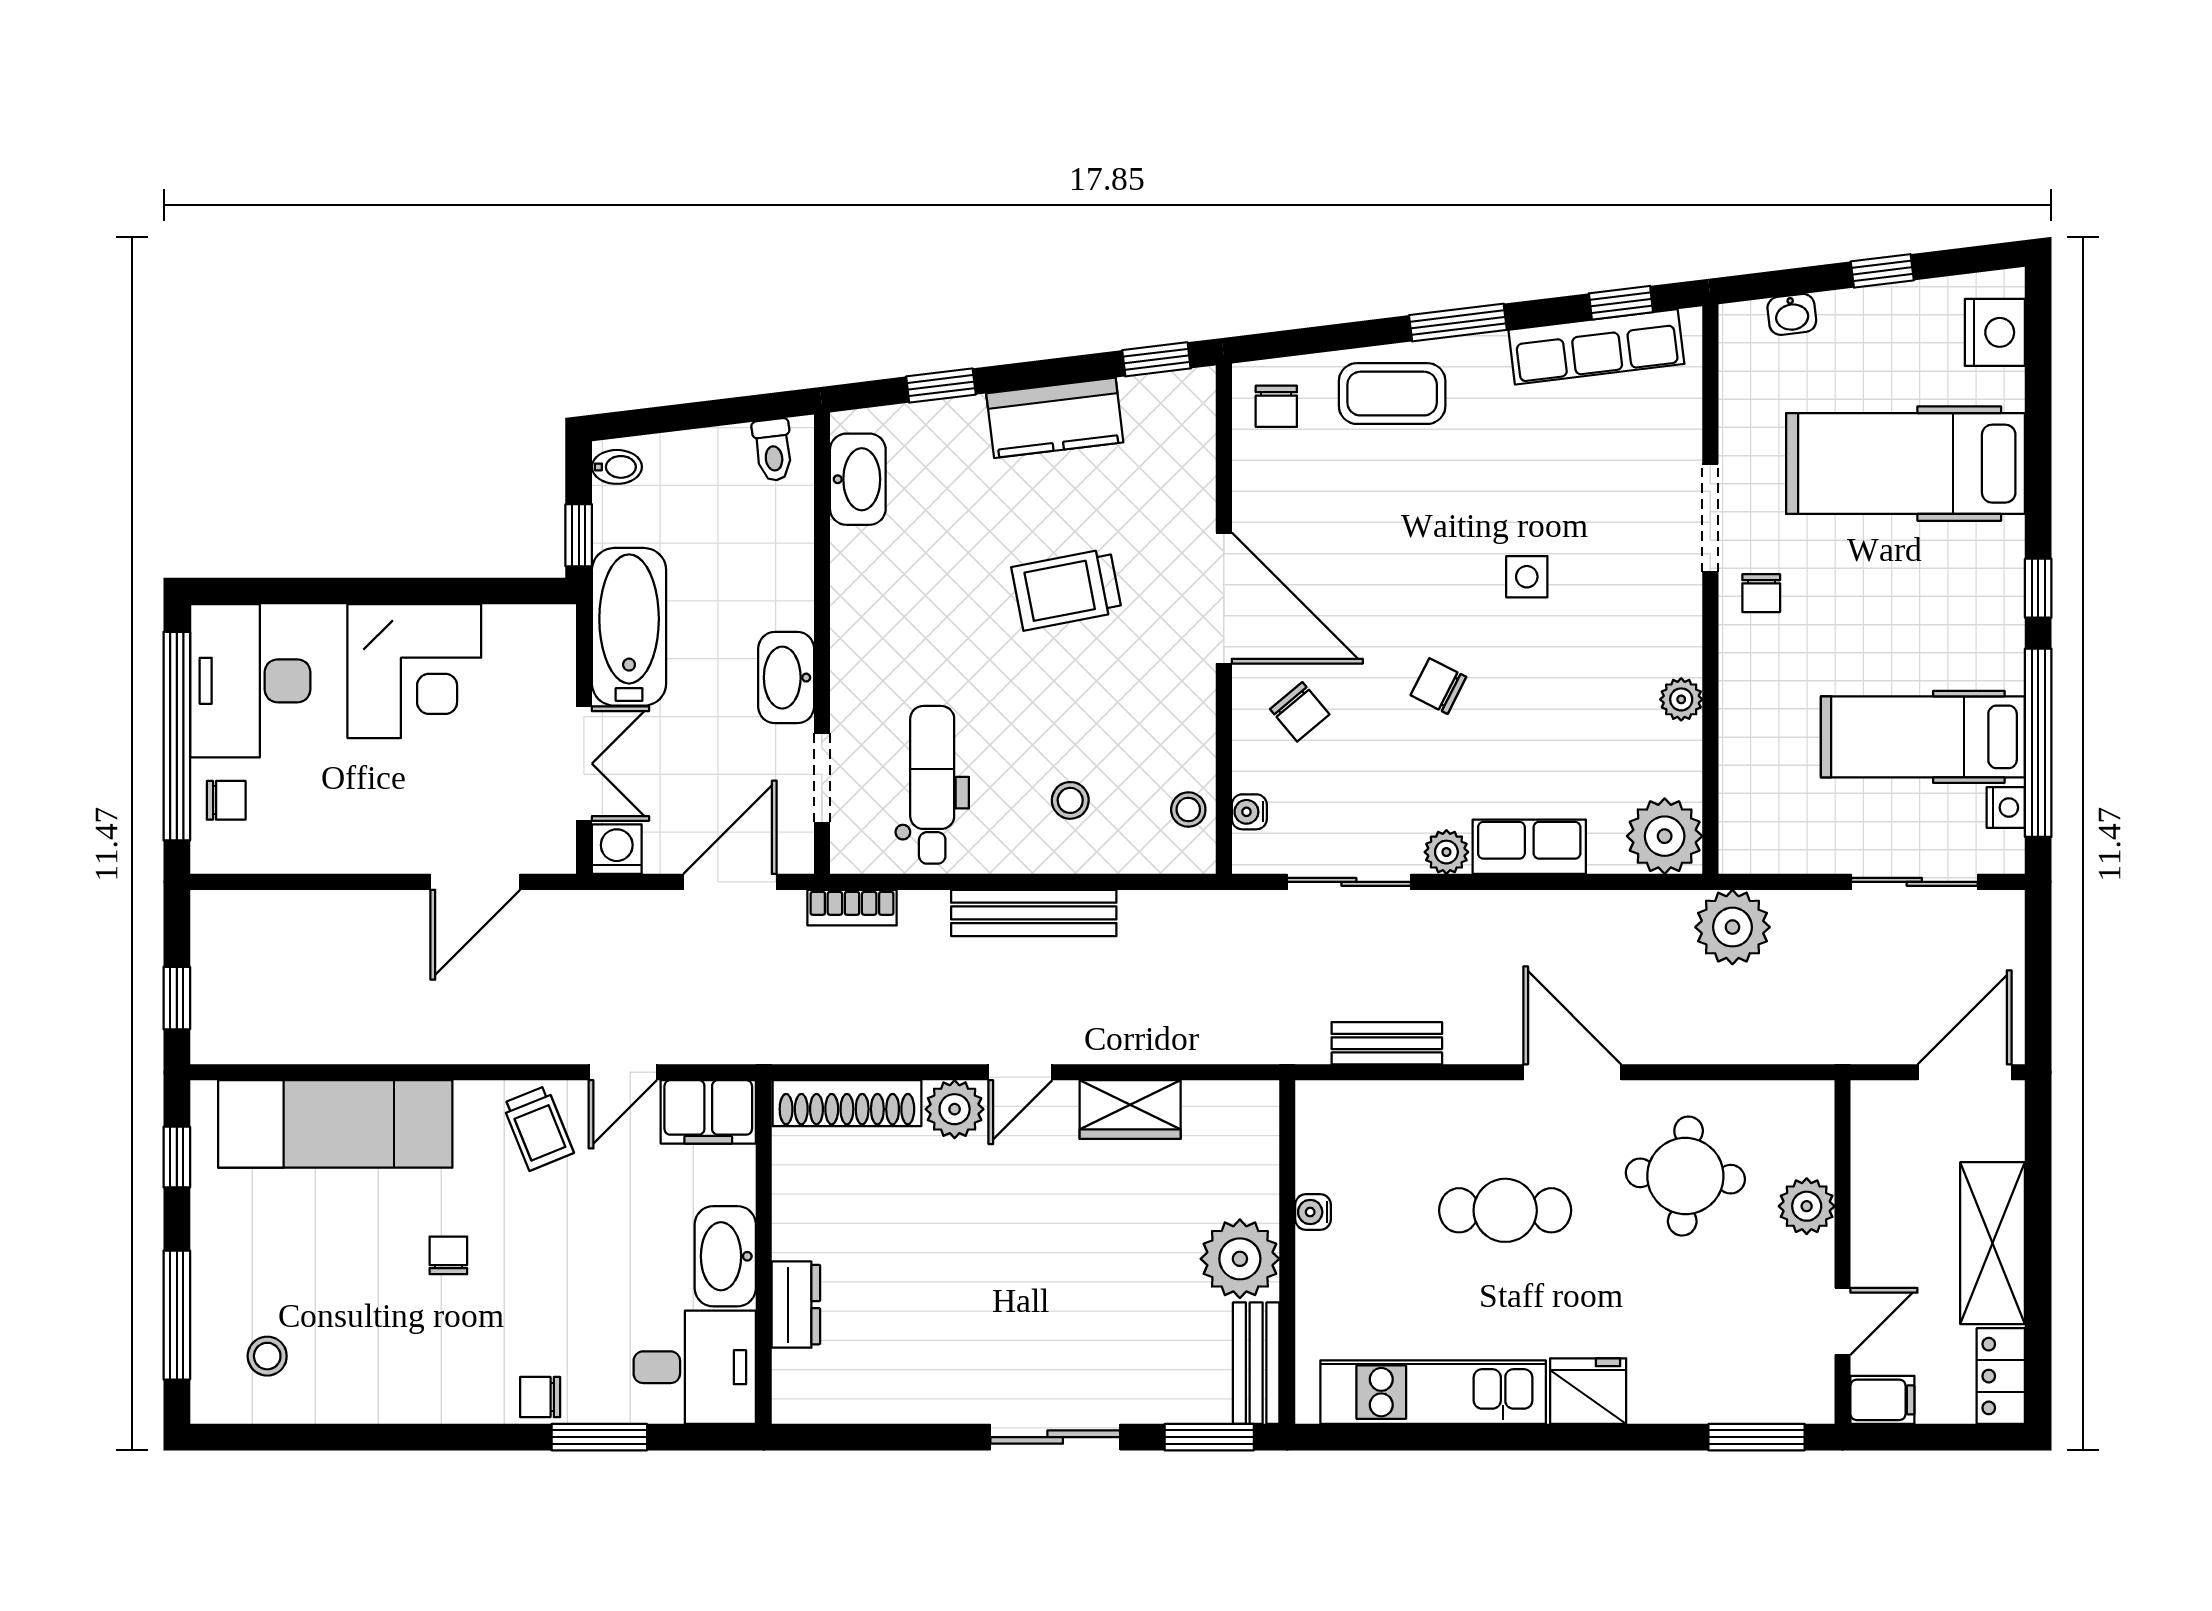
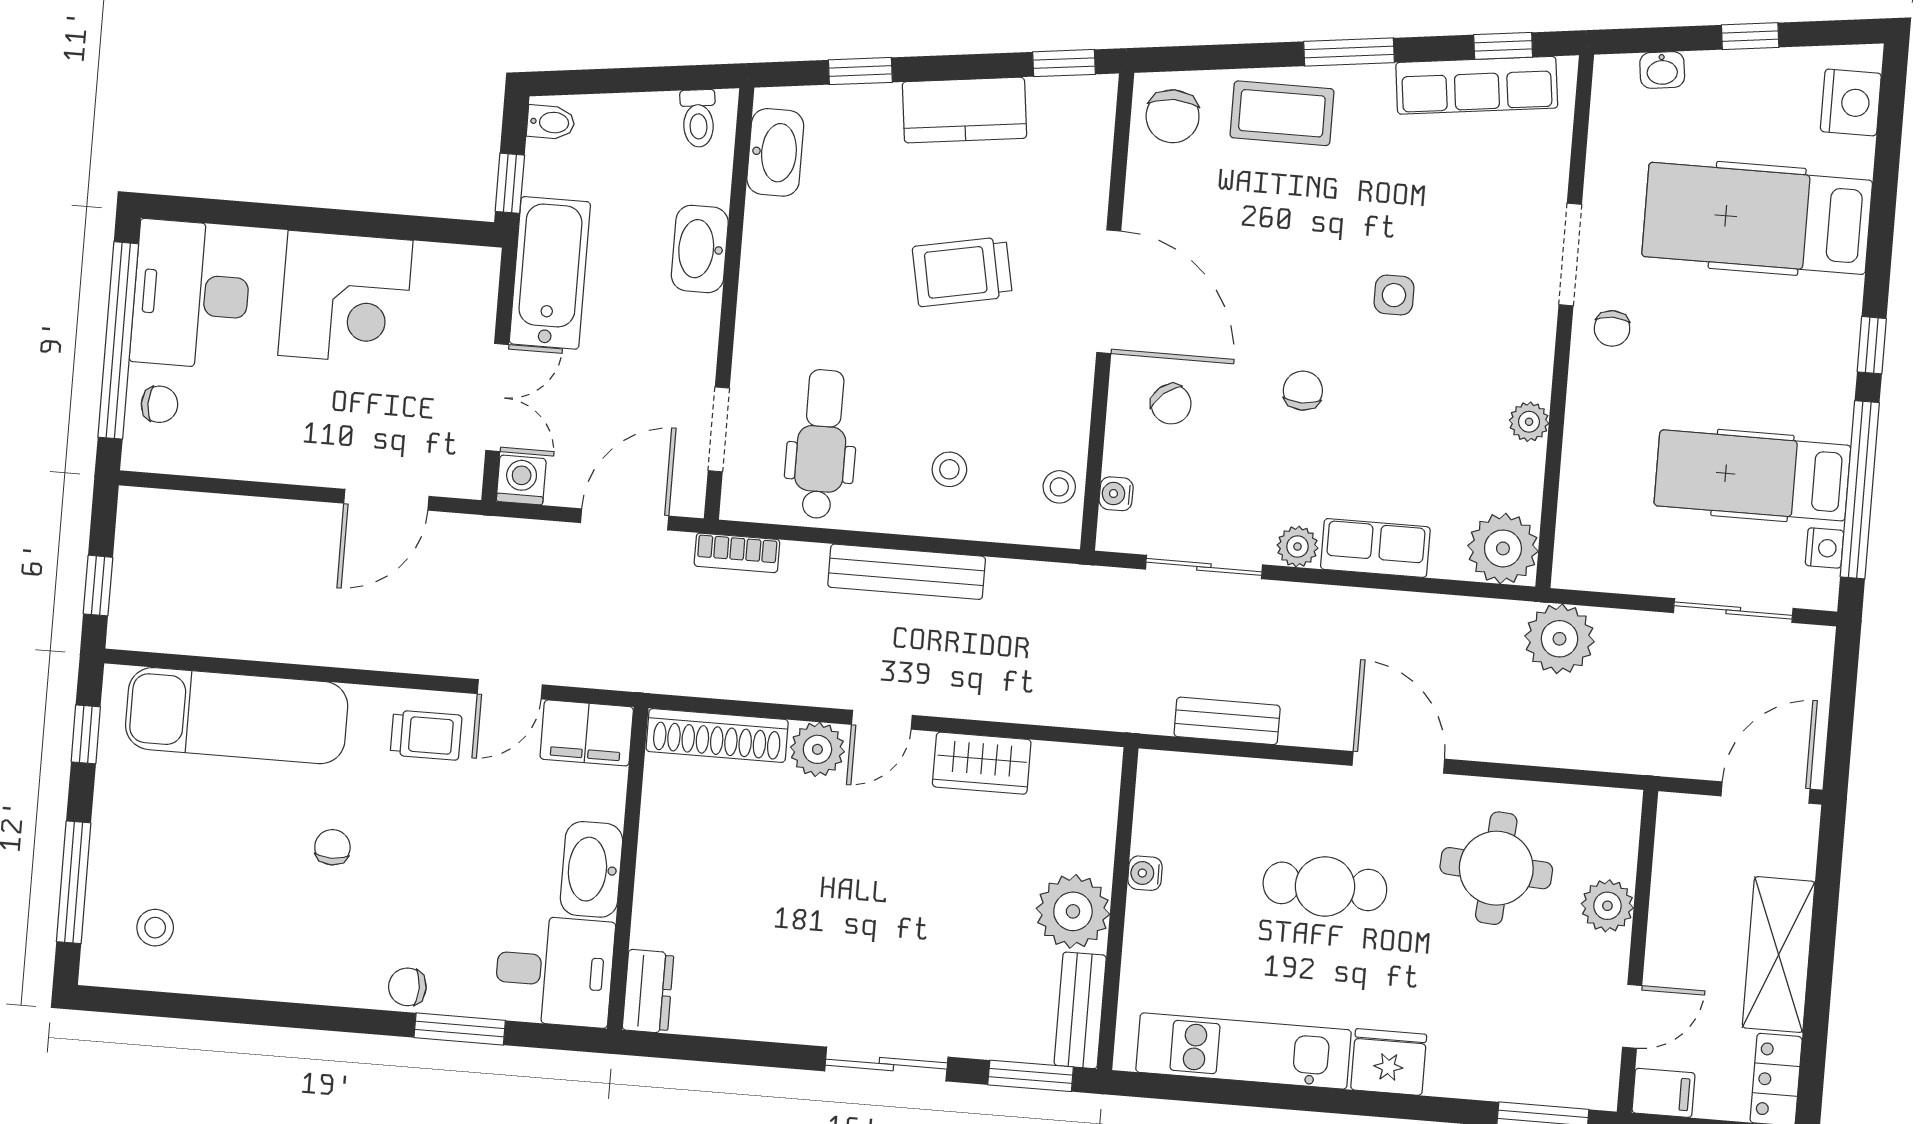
chair: (1276, 406) -> (1173, 116), width x1.37, depth x1.37
washbasin: (786, 678) -> (700, 249), moved
chair: (1438, 686) -> (1303, 391), turned 63
trolley: (538, 1128) -> (426, 735), turned -68
dresser: (796, 1305) -> (648, 991), moved

